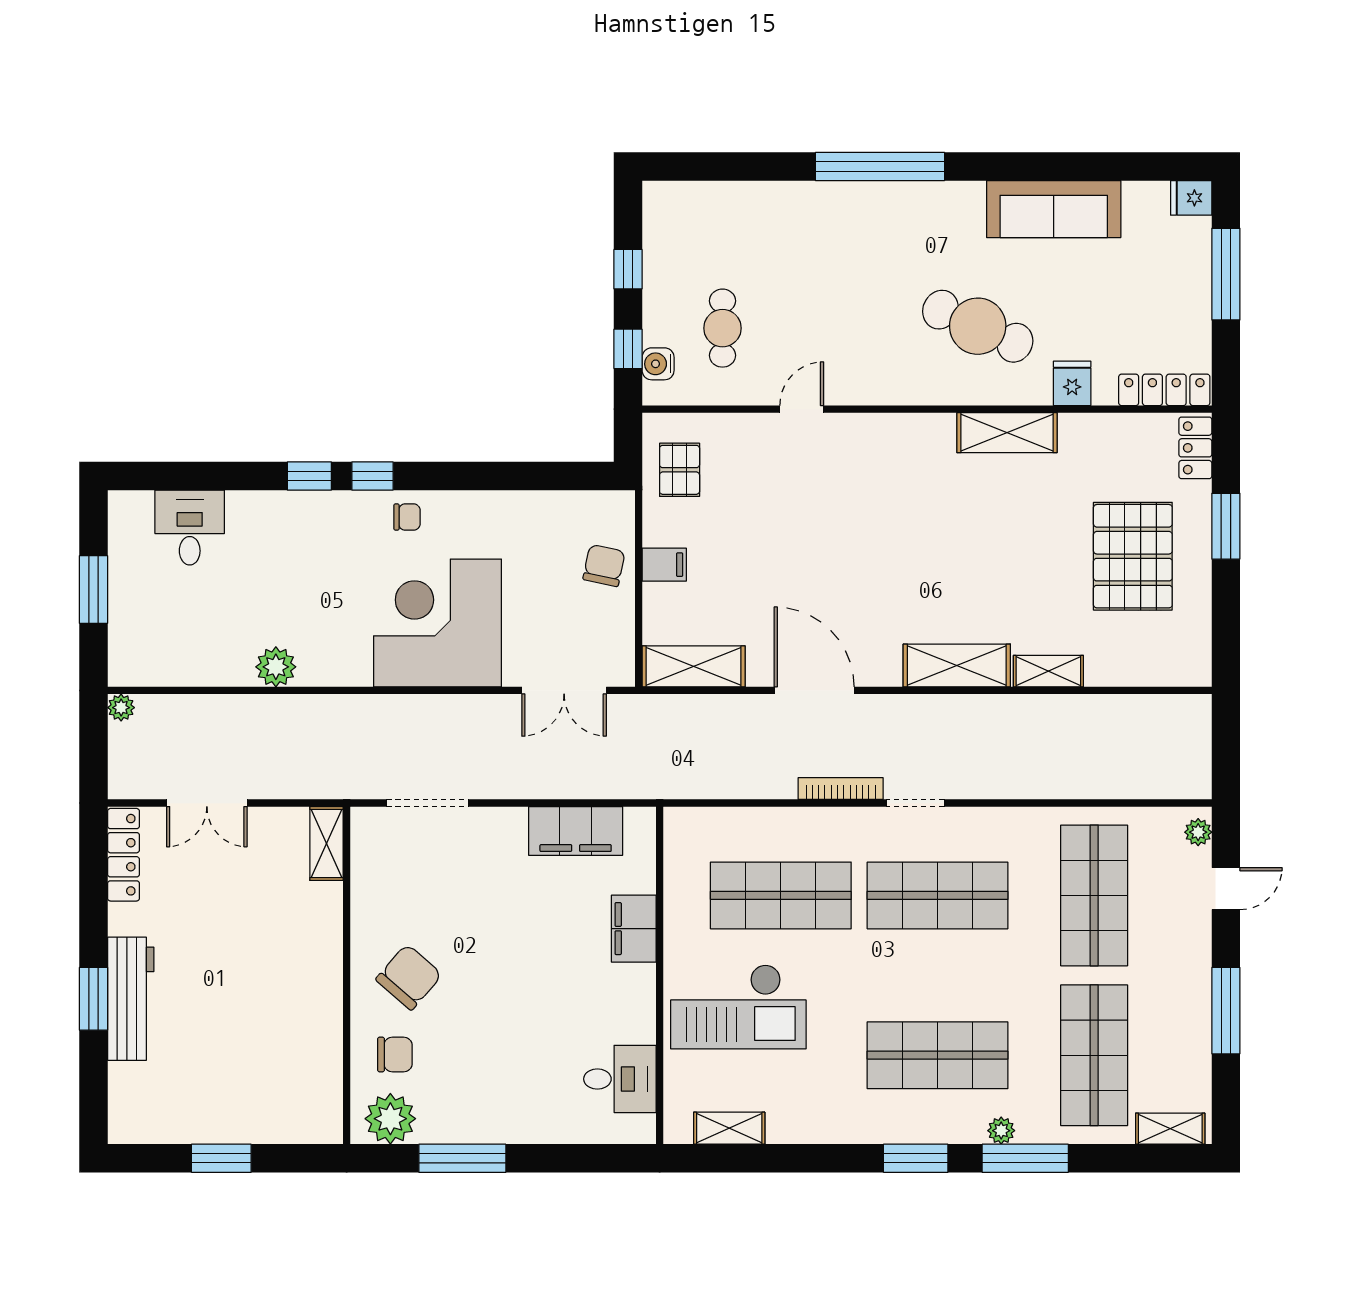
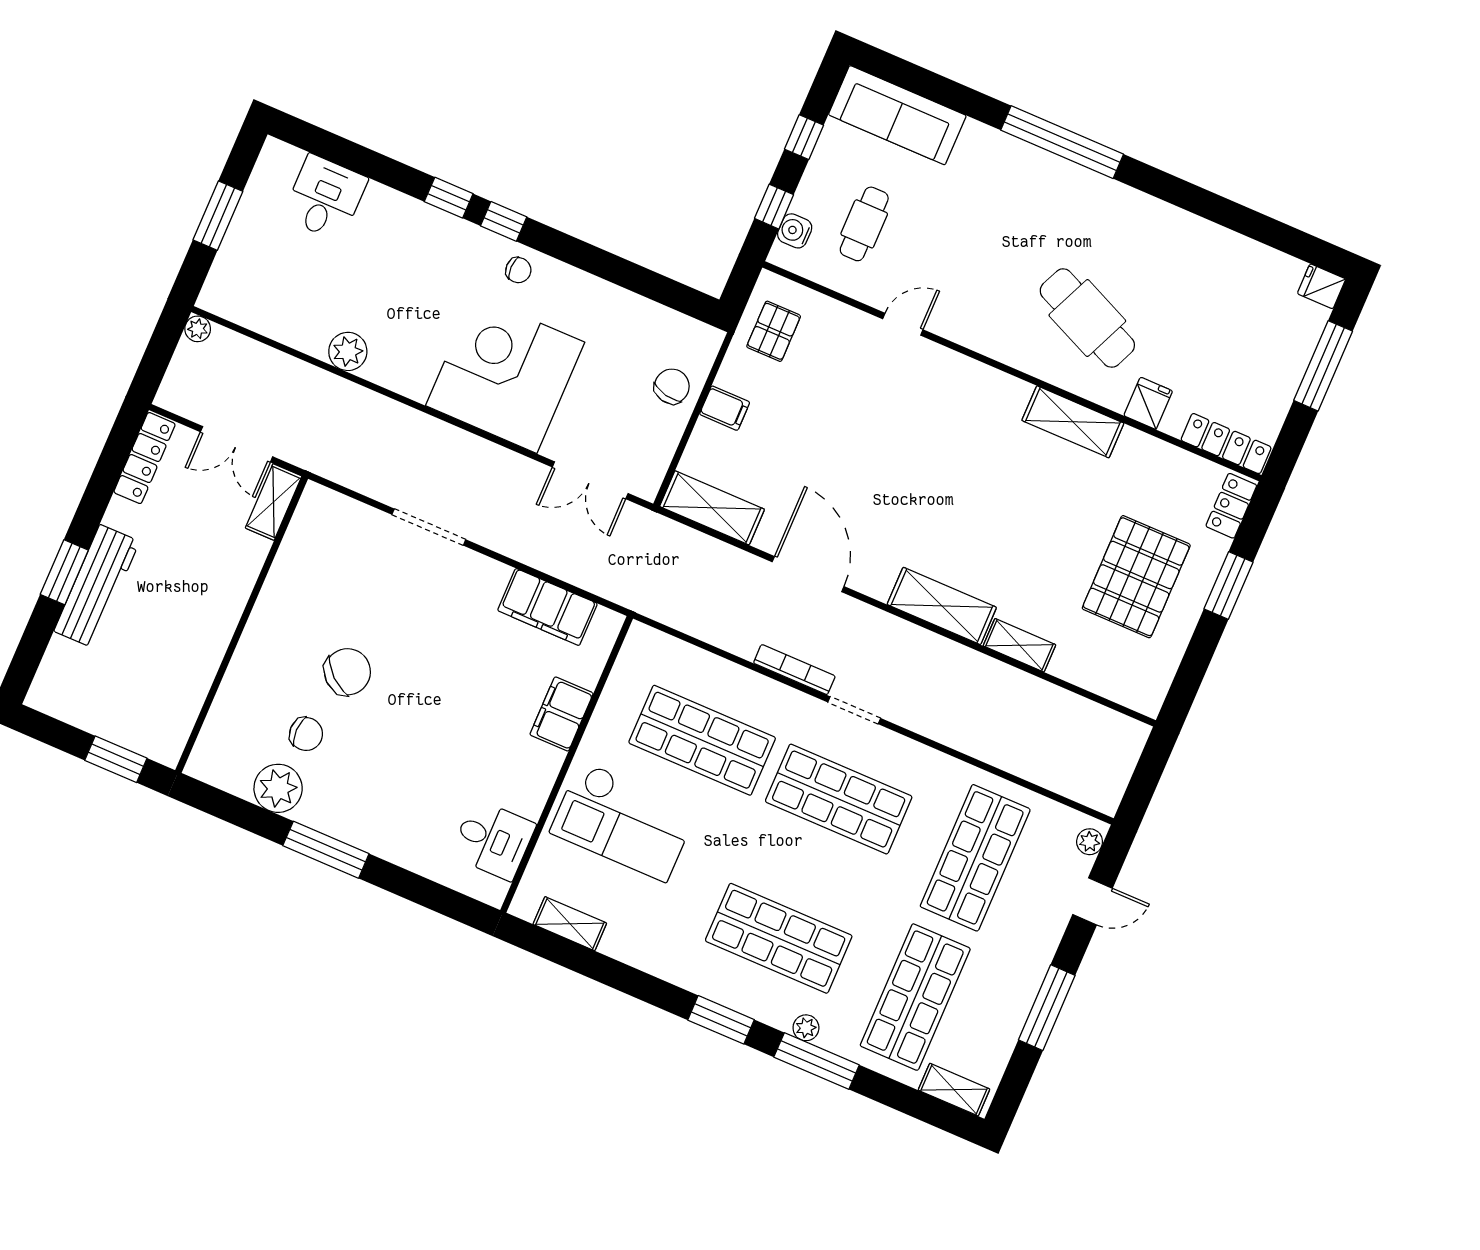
sofa: (1054, 209) -> (897, 115), moved
shelving: (327, 843) -> (274, 502), moved
wall: (347, 975) -> (242, 624), moved

